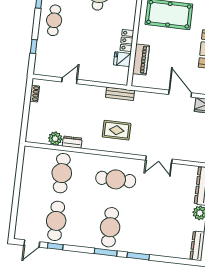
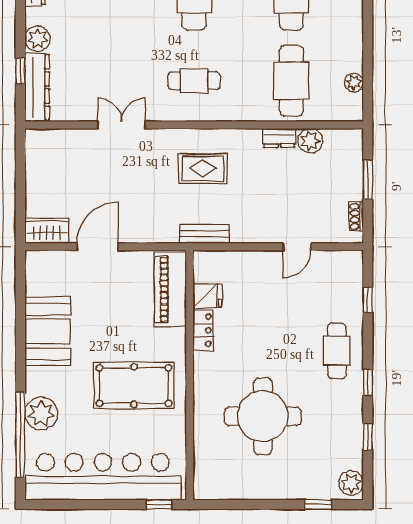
piano: (141, 60) -> (170, 289), width x1.37, depth x1.33
door: (180, 94) -> (98, 247), swing flipped
window: (26, 113) -> (368, 180), added
plant: (27, 168) -> (354, 83), added
cafe table: (116, 179) -> (194, 81), width x0.73, depth x0.74

